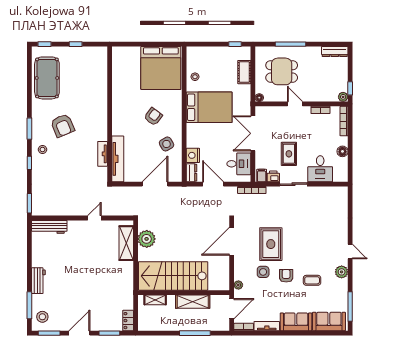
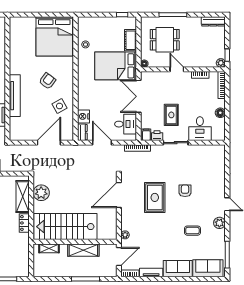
bed: (209, 107) -> (116, 66), moved, turned 180
tv unit: (118, 159) -> (15, 96), moved
side table: (263, 272) -> (148, 223), removed
armchair: (286, 276) -> (185, 191), moved
locker: (128, 321) -> (24, 223), moved

